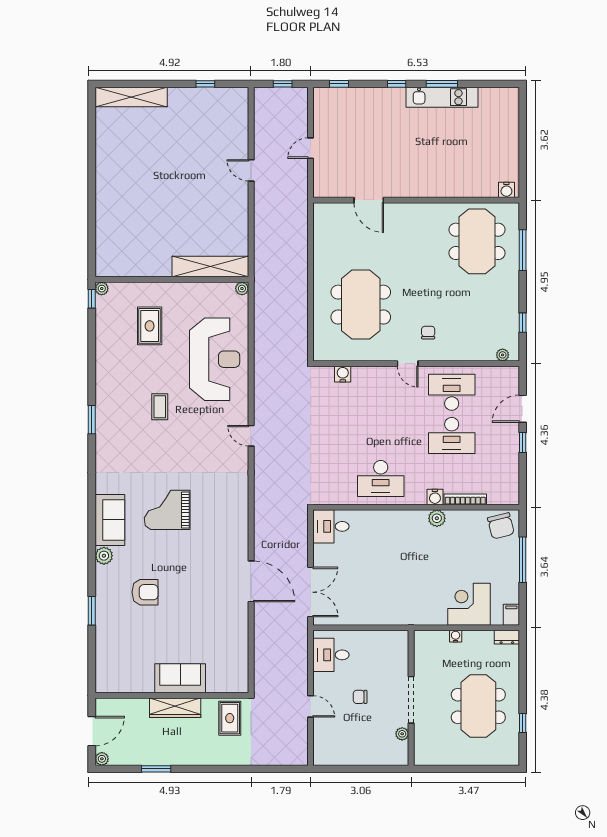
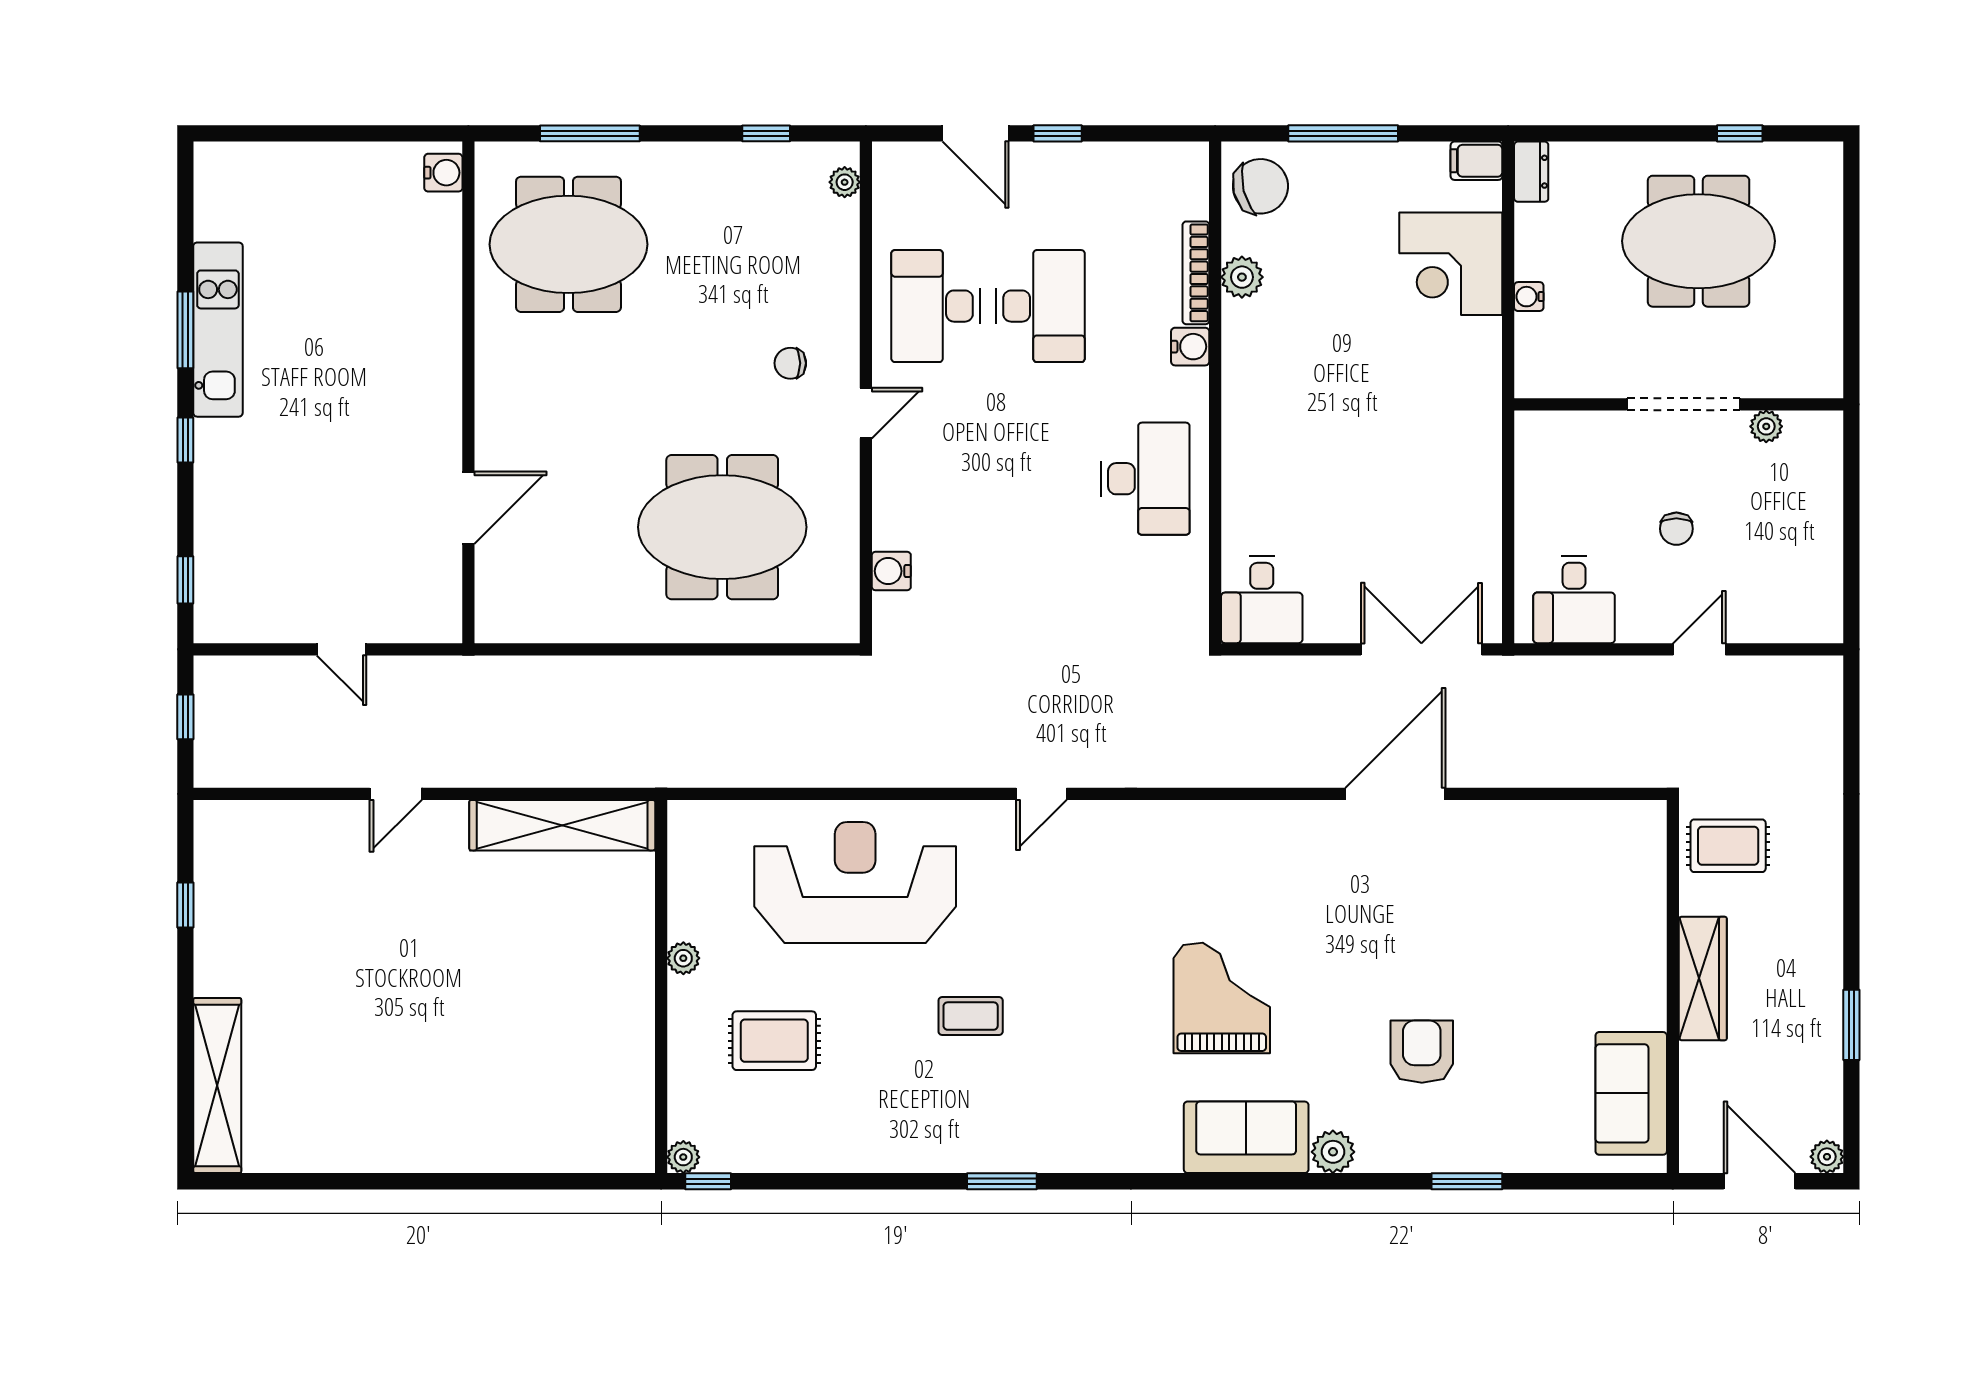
shelving: (210, 267) -> (562, 825), moved, turned 90
plant: (242, 289) -> (683, 958), moved
grand piano: (167, 510) -> (1222, 998), turned 180
plant: (437, 518) -> (1242, 277), moved
sofa: (180, 678) -> (1631, 1093), moved

